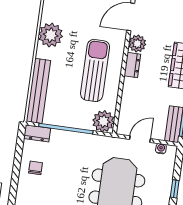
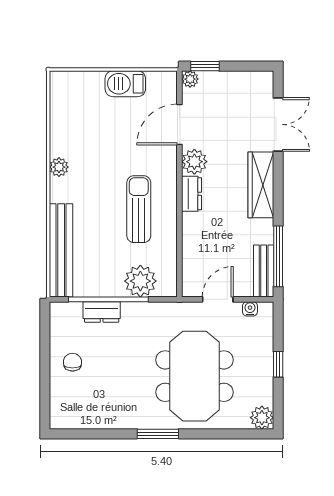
plant: (51, 35) -> (59, 167), width x0.53, depth x0.53
sun lounger: (95, 70) -> (139, 209), width x0.73, depth x0.75
plant: (103, 121) -> (140, 281), moved
dresser: (37, 133) -> (102, 312), moved

